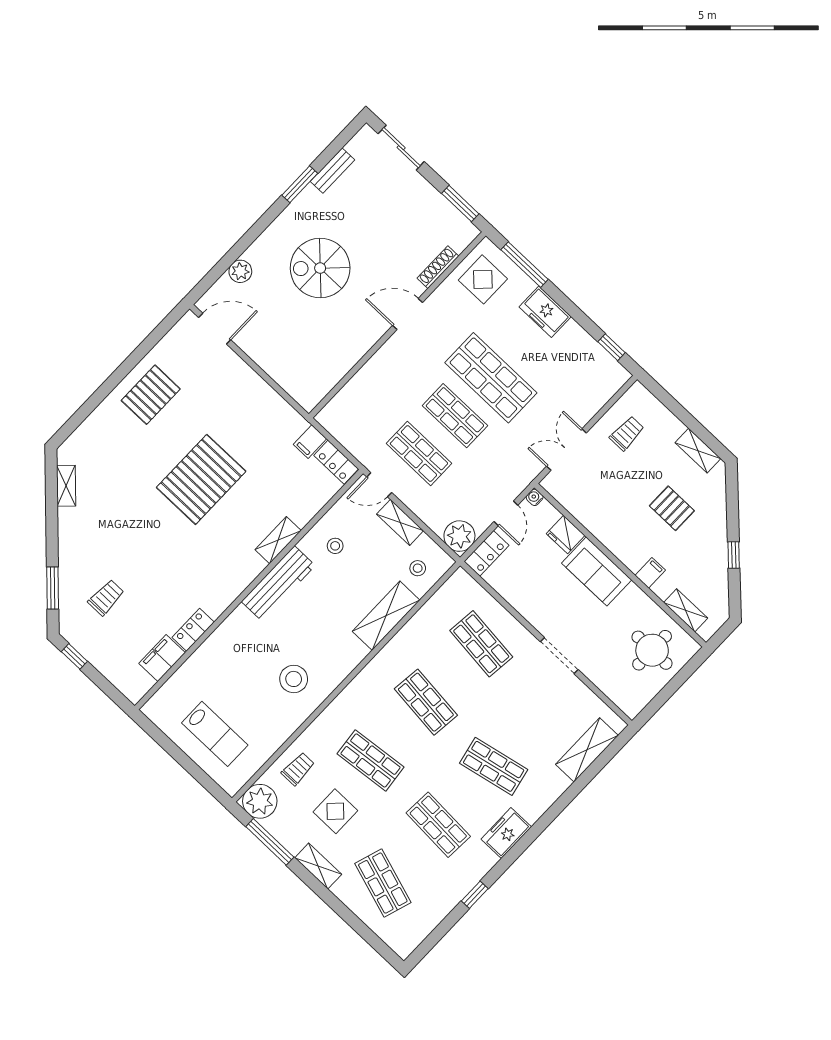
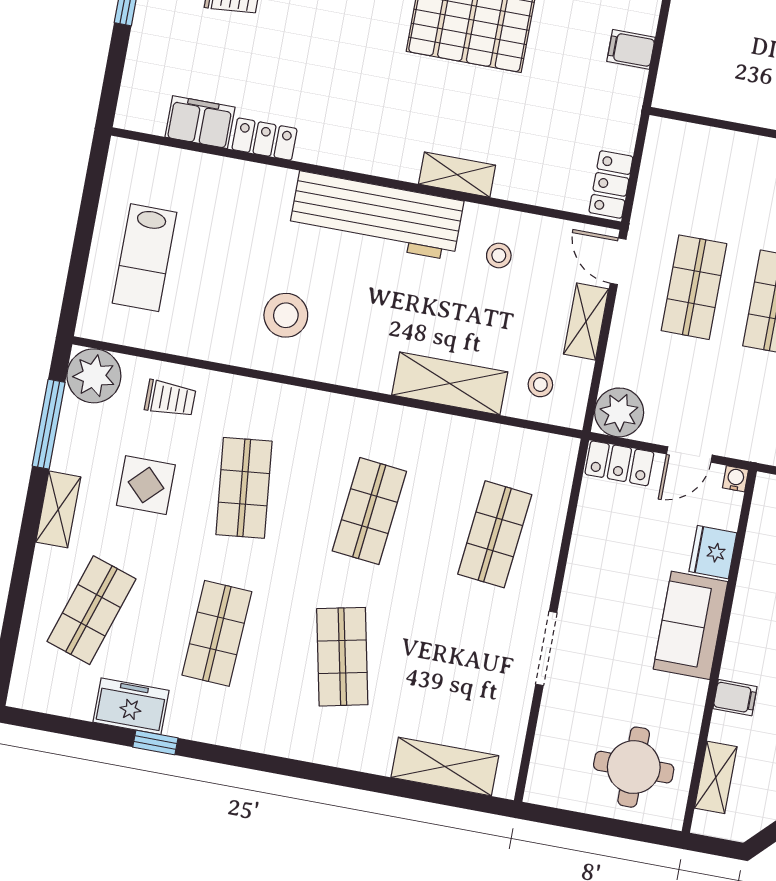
filing cabinet: (310, 442) -> (631, 49), moved
workbench: (278, 584) -> (376, 216), width x1.36, depth x1.32
freezer: (506, 833) -> (131, 706), moved

